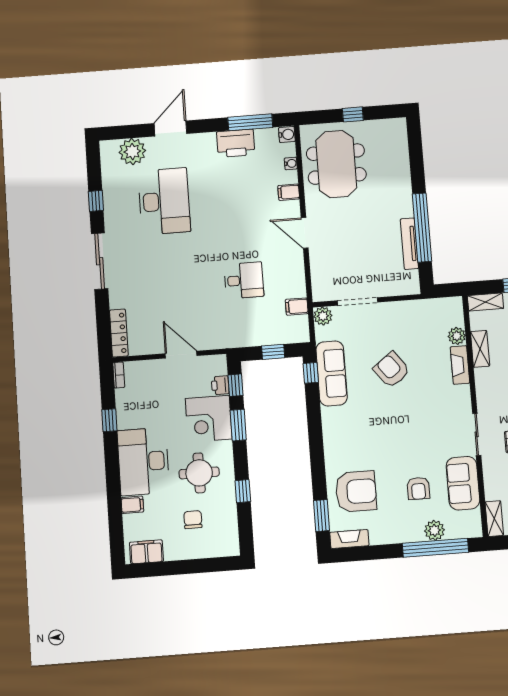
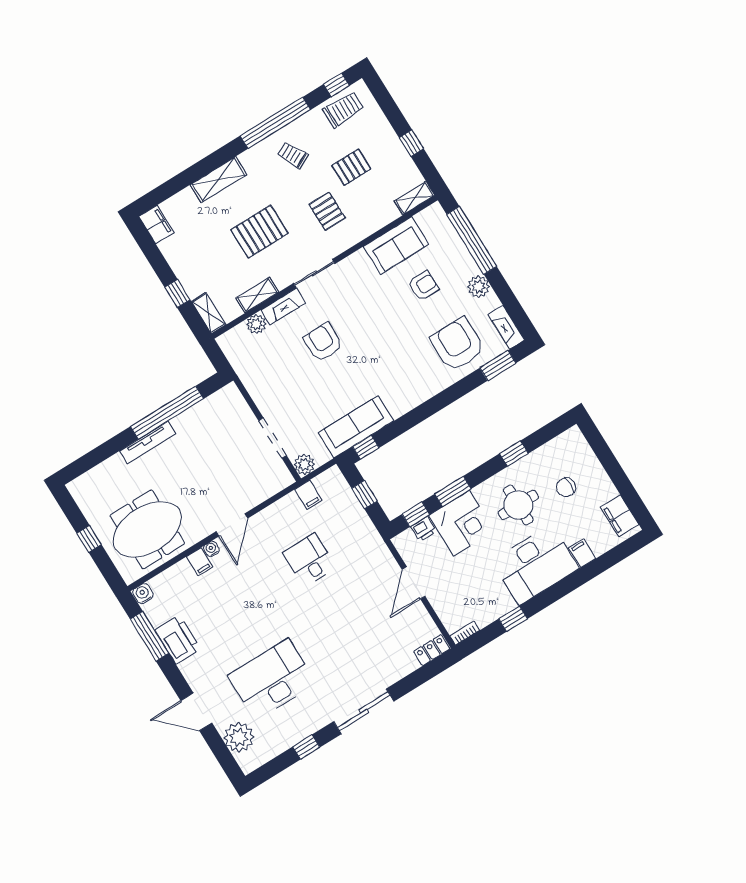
water cooler: (291, 163) -> (211, 549), moved
tv unit: (409, 244) -> (148, 442), moved
locker: (119, 333) -> (432, 650), width x0.66
armchair: (392, 370) -> (323, 342), moved, turned 127
sliding door: (477, 434) -> (314, 273), moved
plant: (434, 530) -> (478, 287), moved

